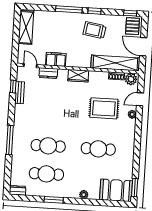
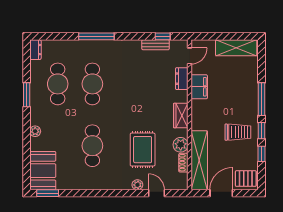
window: (130, 13) -> (261, 154), moved
trolley: (94, 30) -> (238, 132), turned 81
plant: (131, 79) -> (181, 145), moved

